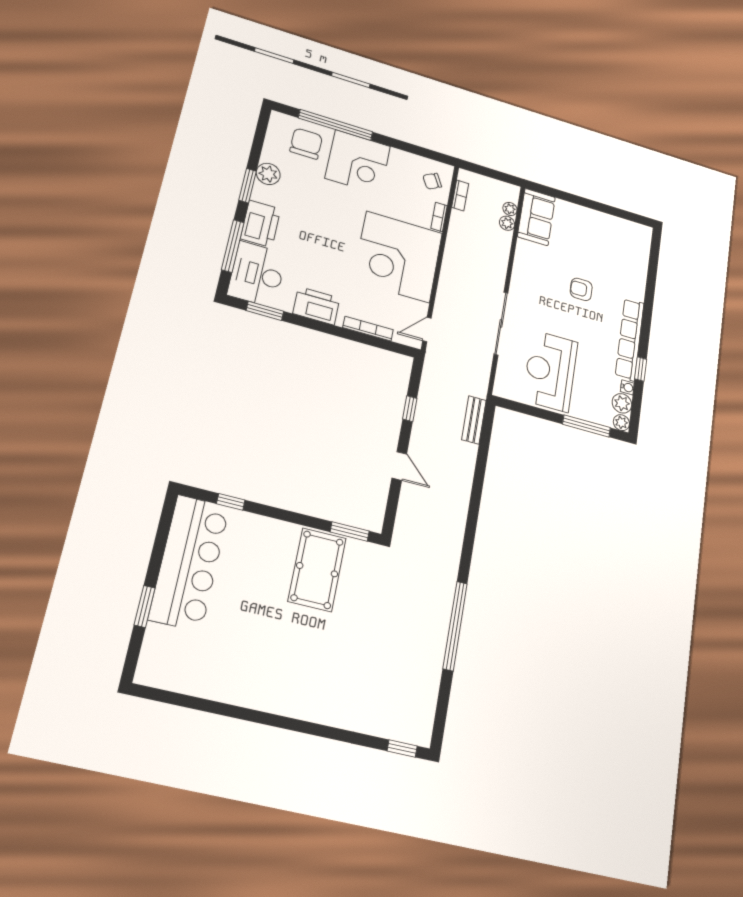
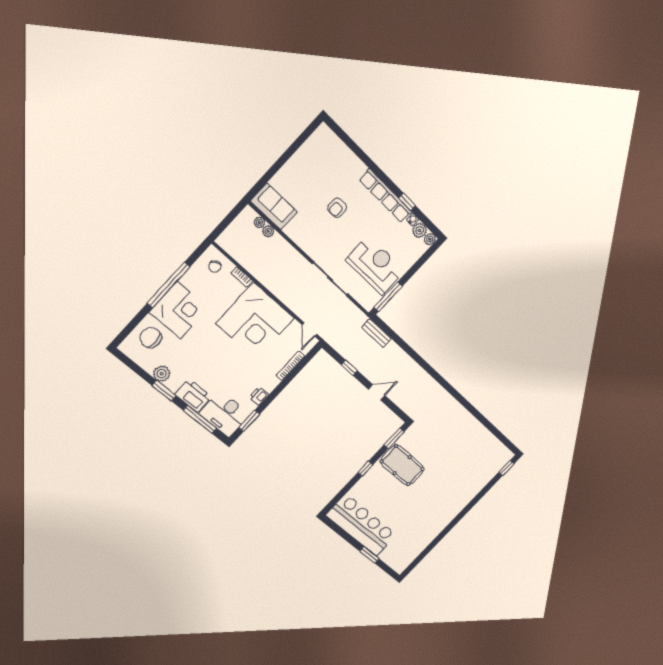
window: (336, 125) -> (168, 285), moved
bookcase: (460, 195) -> (234, 253), removed
printer: (316, 306) -> (259, 396), width x0.53, depth x0.68
reception desk: (550, 371) -> (375, 265), turned 180
window: (587, 426) -> (388, 297), moved
window: (231, 502) -> (365, 468), moved
window: (455, 626) -> (472, 409), removed

